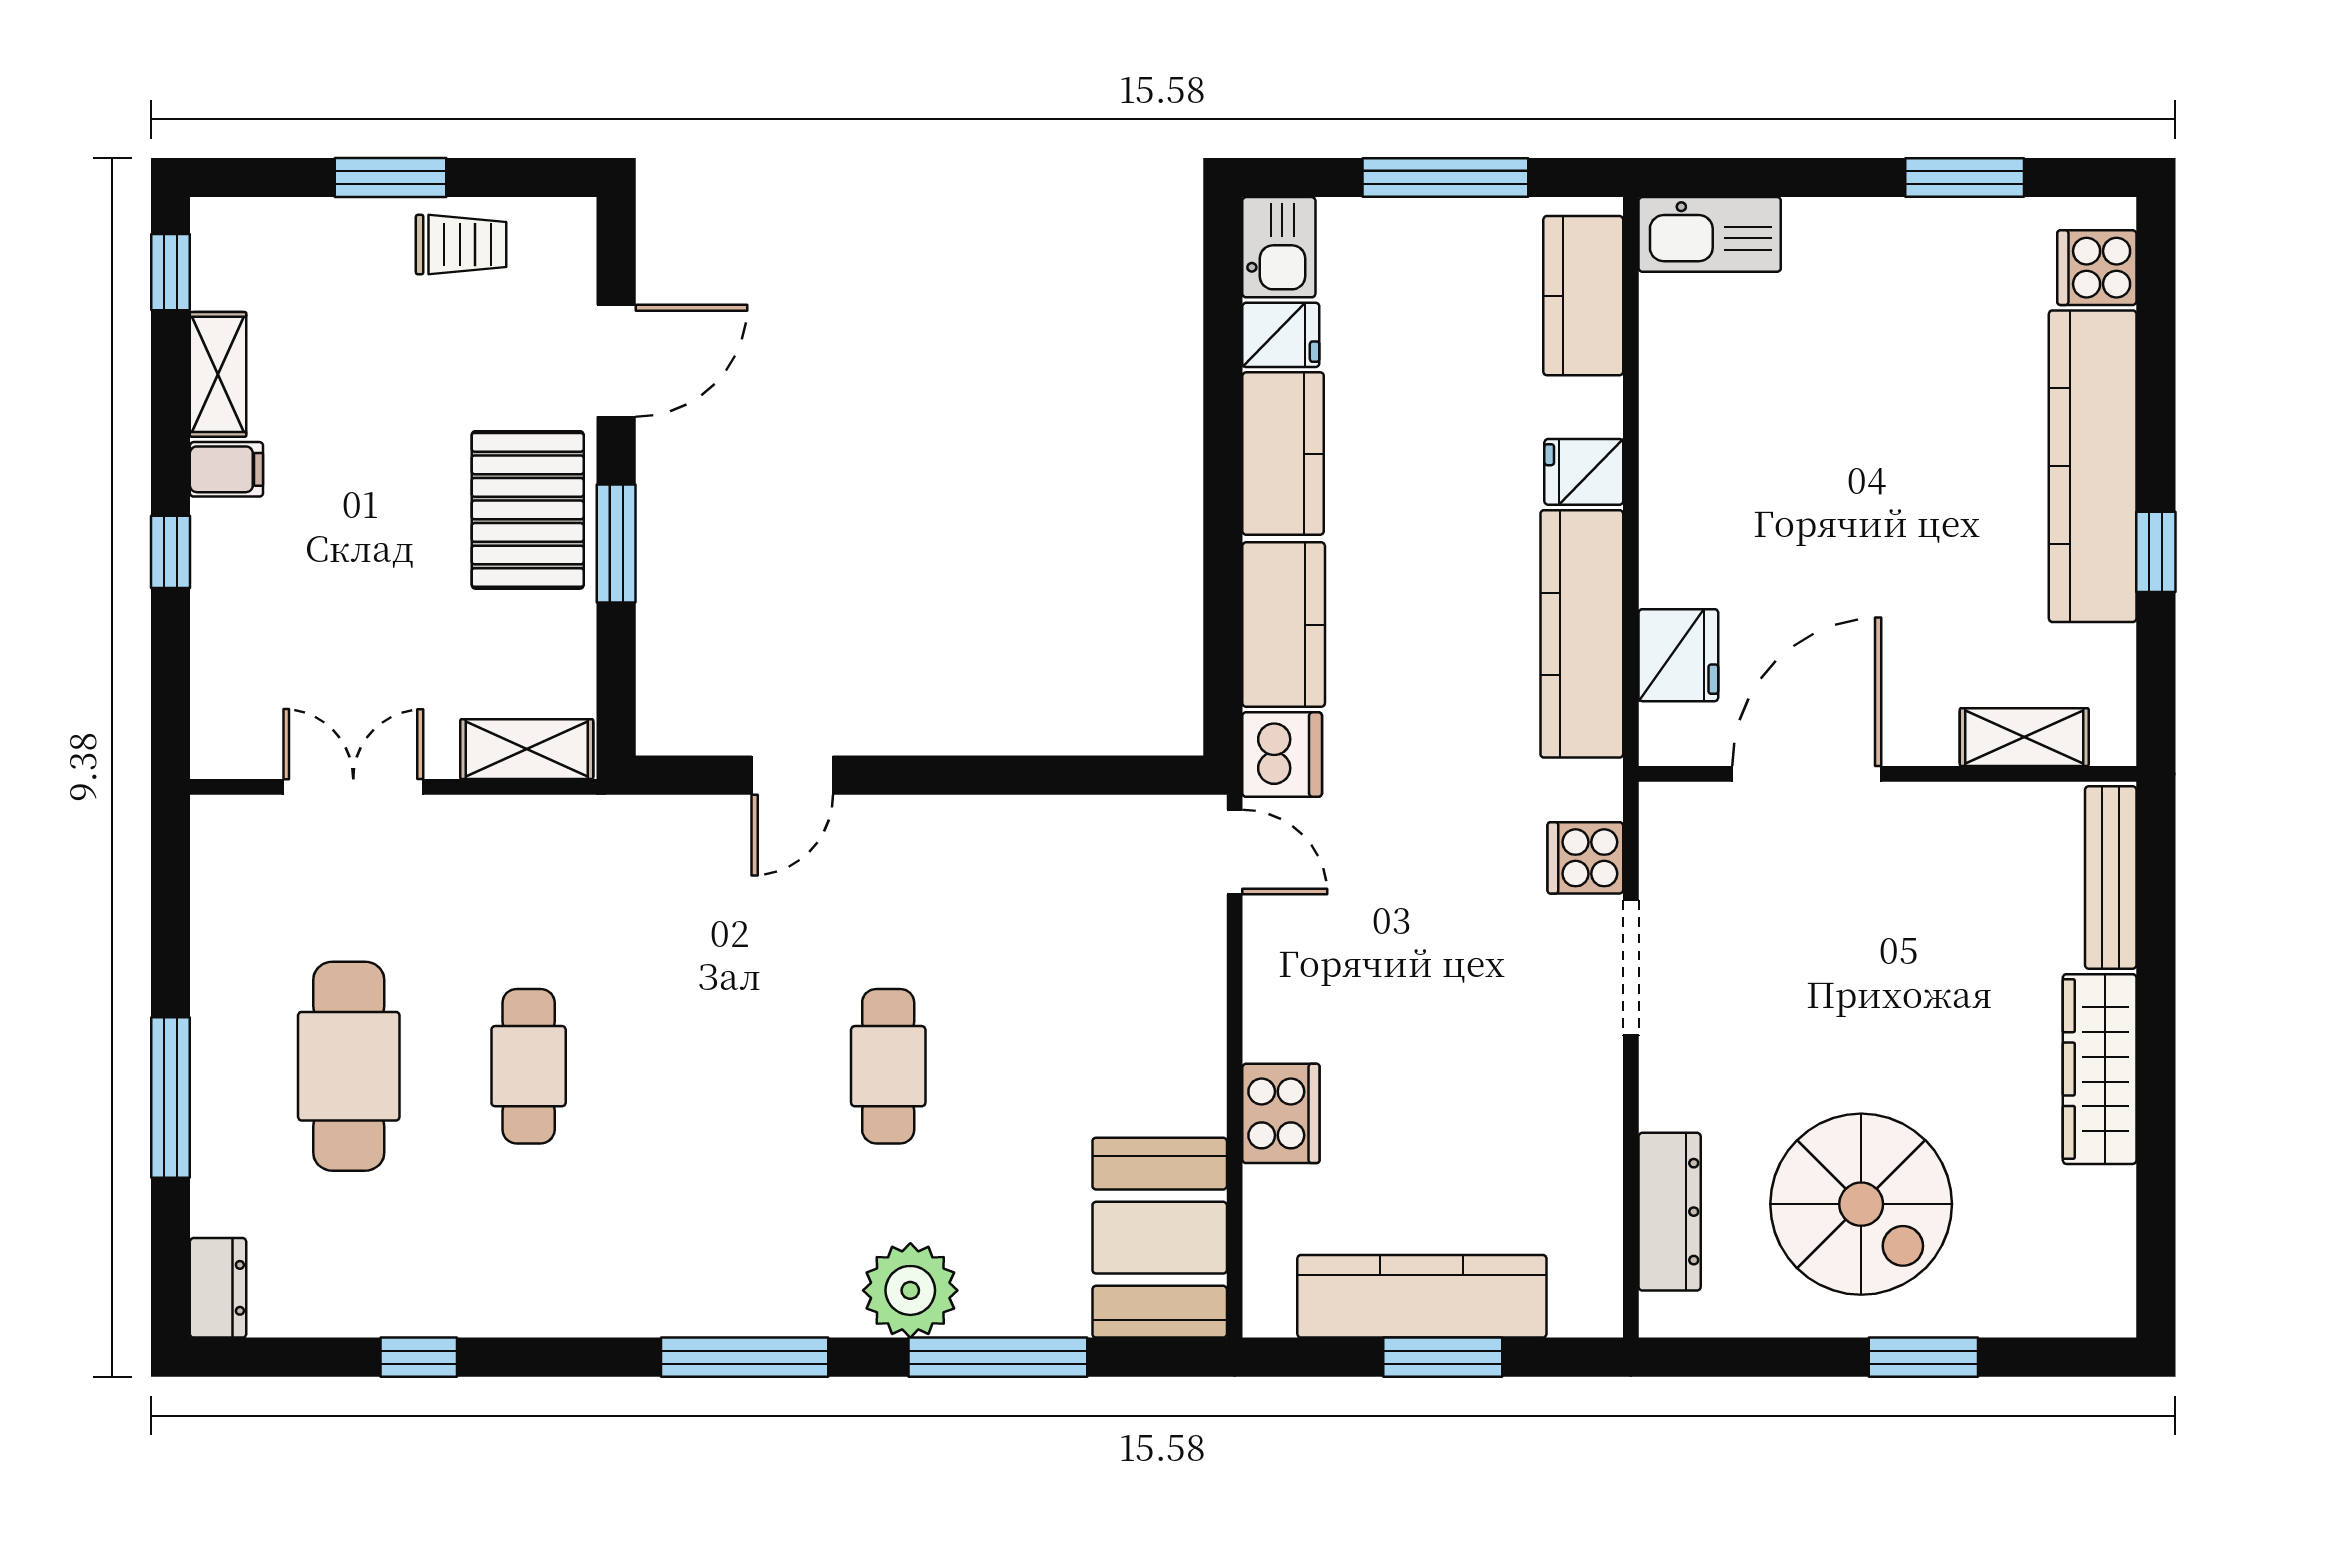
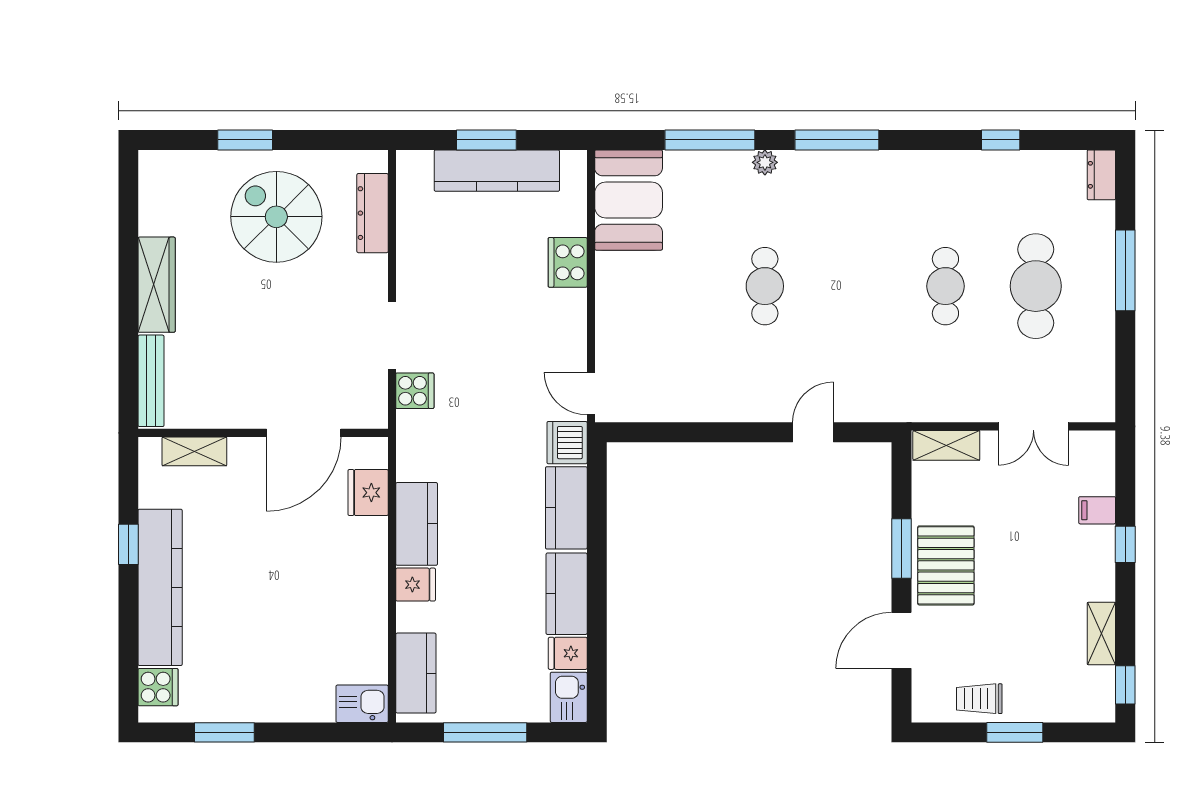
kitchen sink: (1710, 234) -> (362, 704), width x0.73
filing cabinet: (226, 469) -> (1097, 510), moved
kitchen counter: (1582, 634) -> (417, 524), width x0.67
plant: (910, 1290) -> (765, 162), width x0.53, depth x0.53

